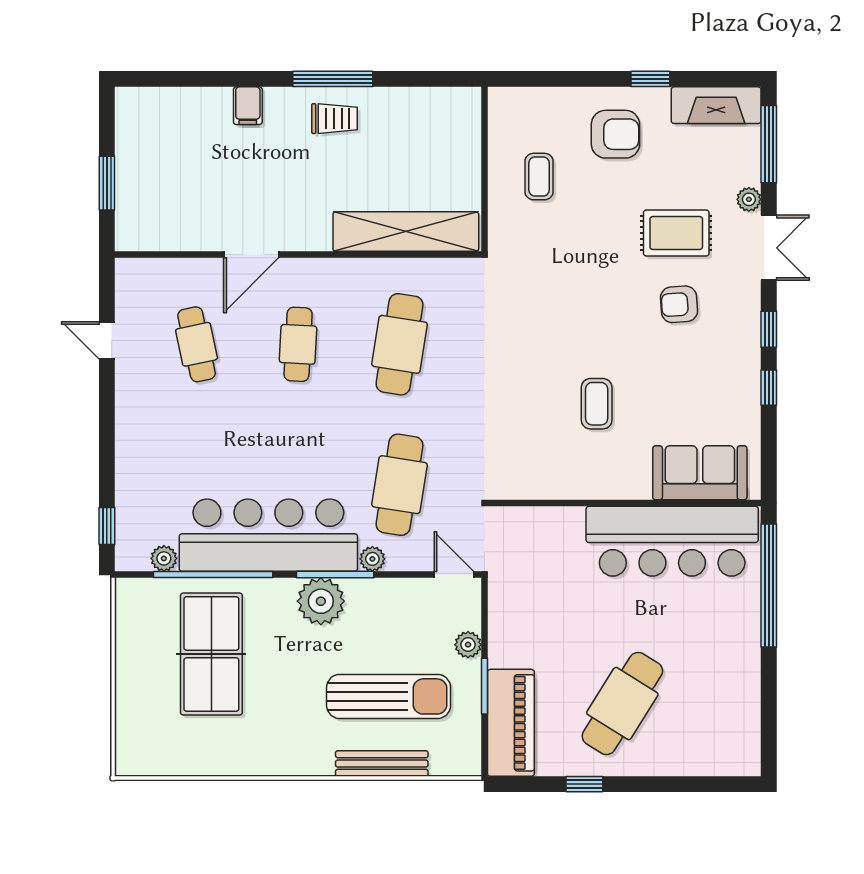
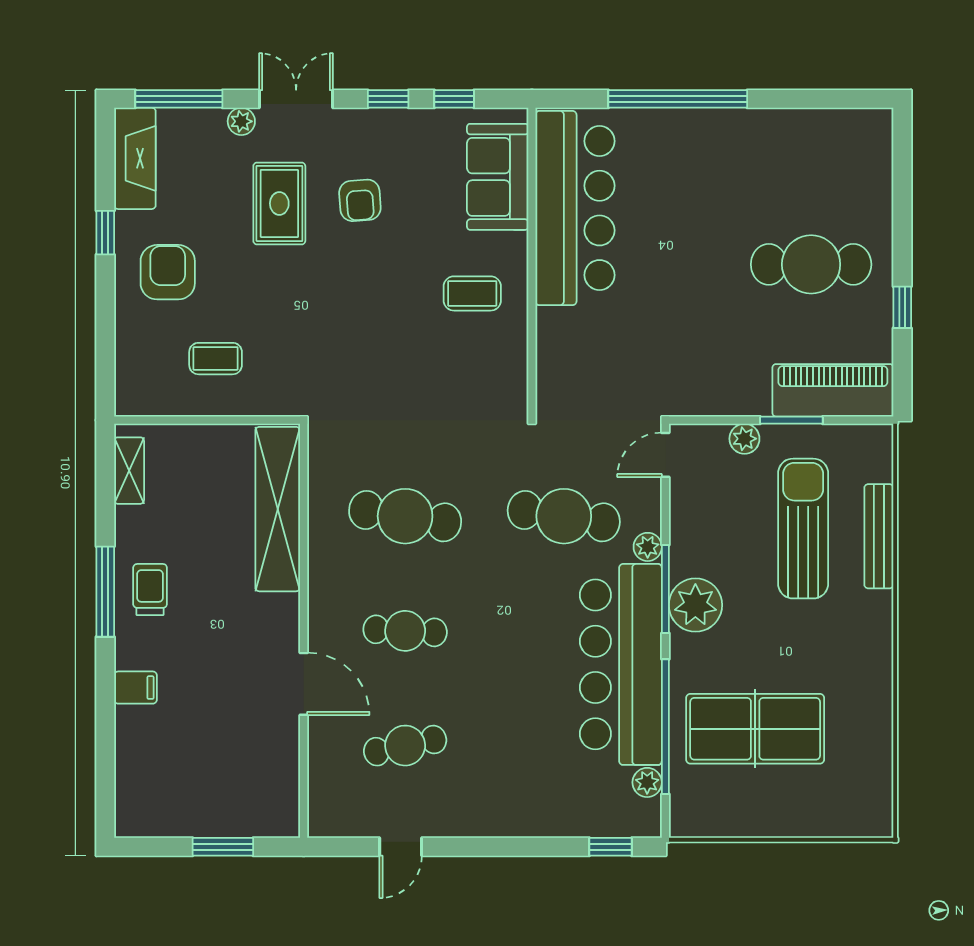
shelving: (440, 100) -> (129, 471), added
sofa: (700, 473) -> (498, 177), moved
wall: (624, 503) -> (532, 262), moved
bar counter: (672, 541) -> (575, 208), moved
cafe table: (622, 703) -> (811, 264), turned -32

